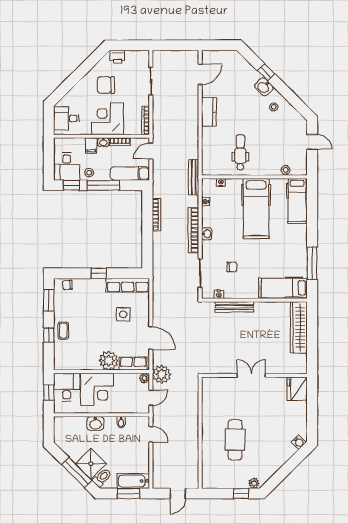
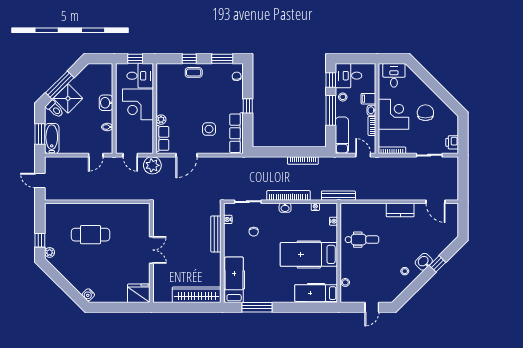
printer: (117, 57) -> (452, 142), moved
plant: (109, 361) -> (161, 120), width x0.53, depth x0.53
plant: (144, 378) -> (149, 149), removed

